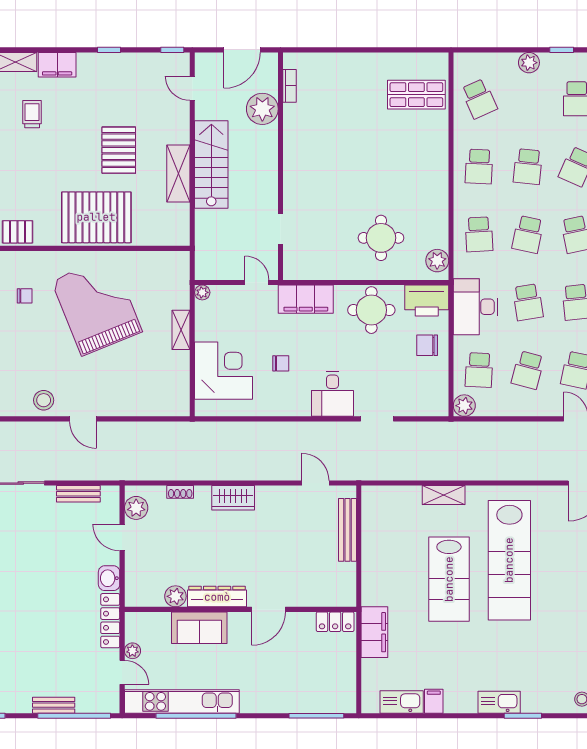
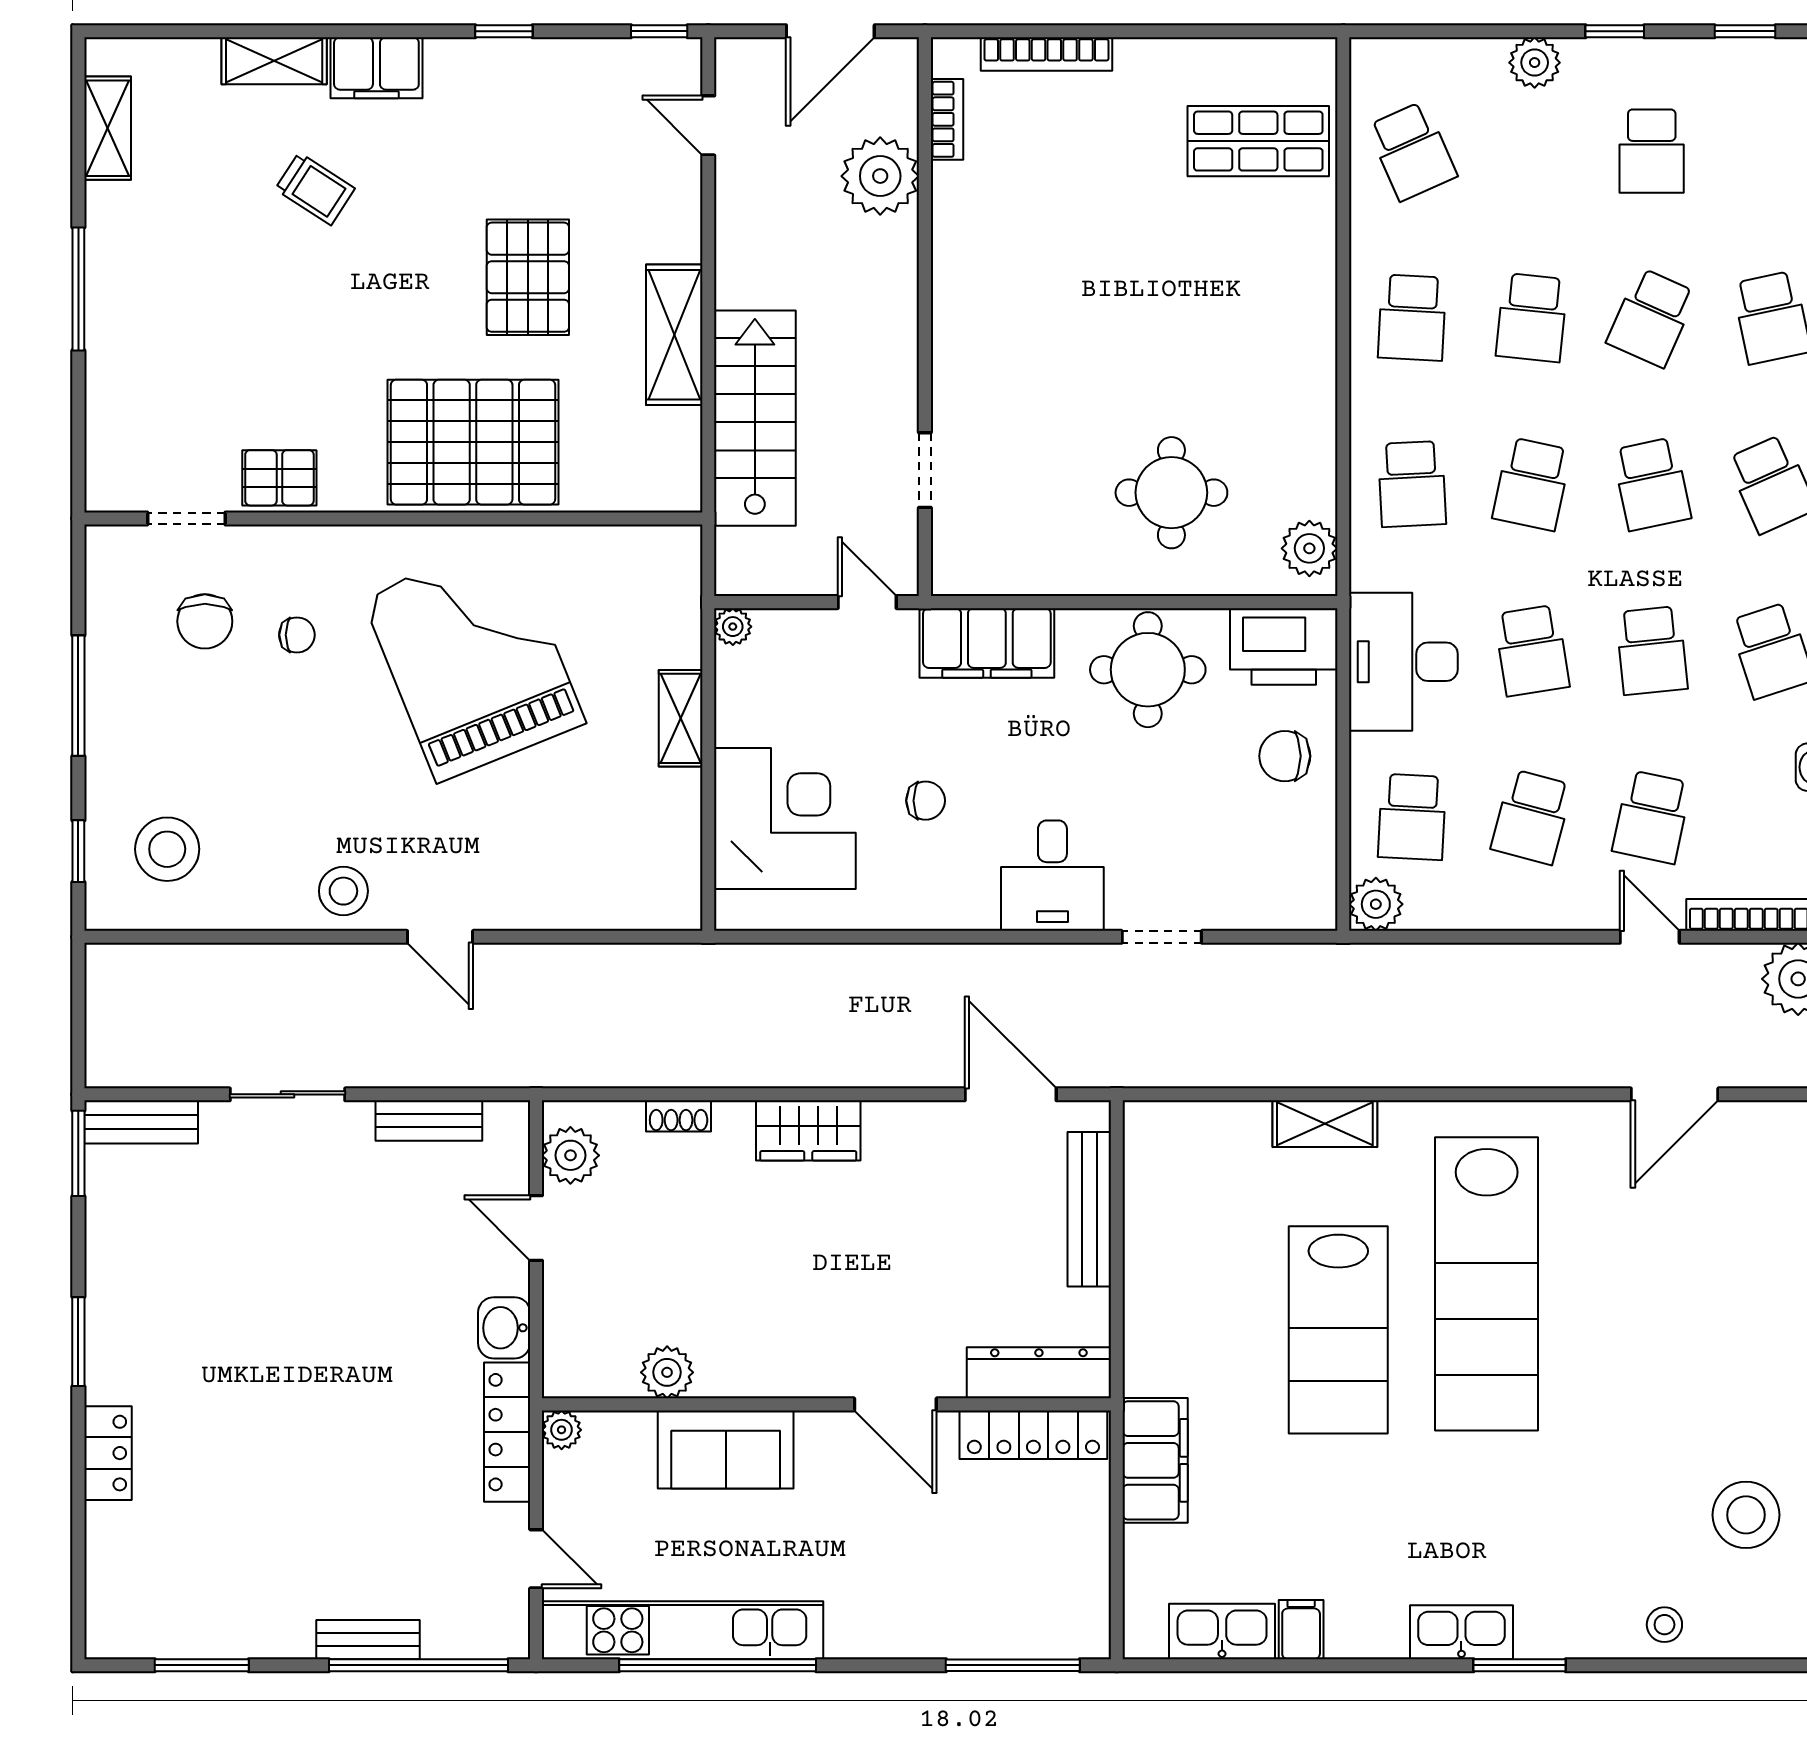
bookcase: (330, 59) -> (1046, 54), added
trolley: (32, 114) -> (315, 189), turned 123
stairs: (211, 164) -> (755, 418), moved
door: (315, 483) -> (1011, 1094), width x1.38
dresser: (217, 597) -> (1039, 1373), moved
door: (269, 609) -> (895, 1404), hinge flipped
locker: (335, 622) -> (1033, 1435), width x1.53
plant: (132, 651) -> (562, 1430), moved

